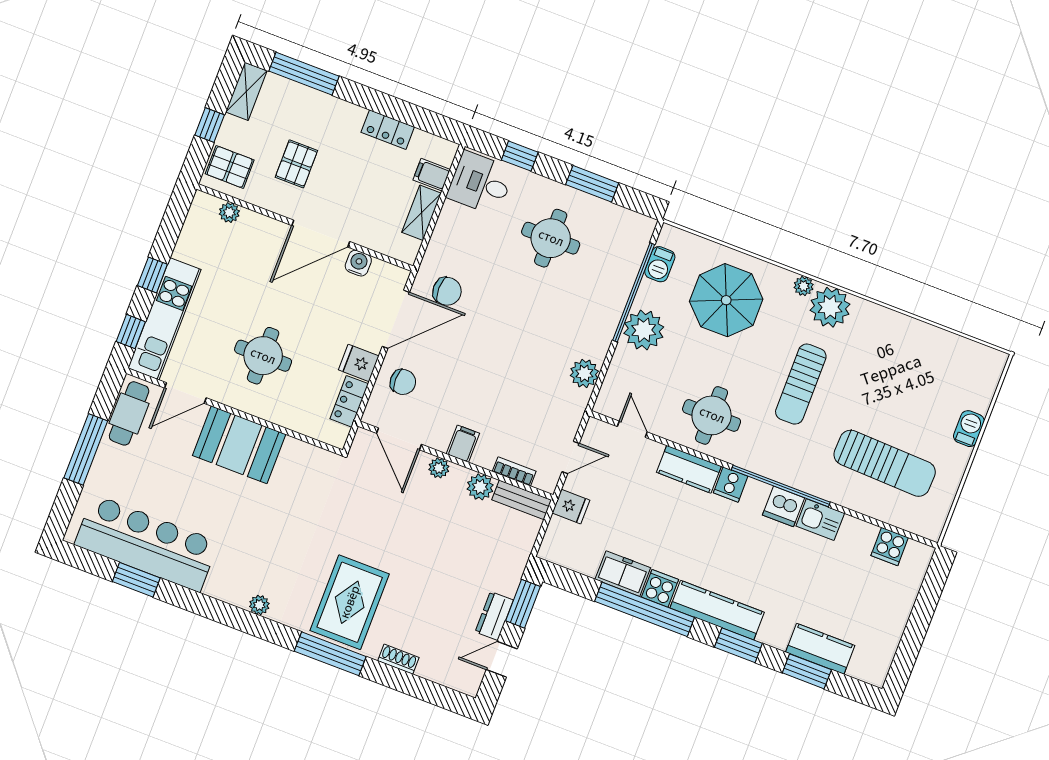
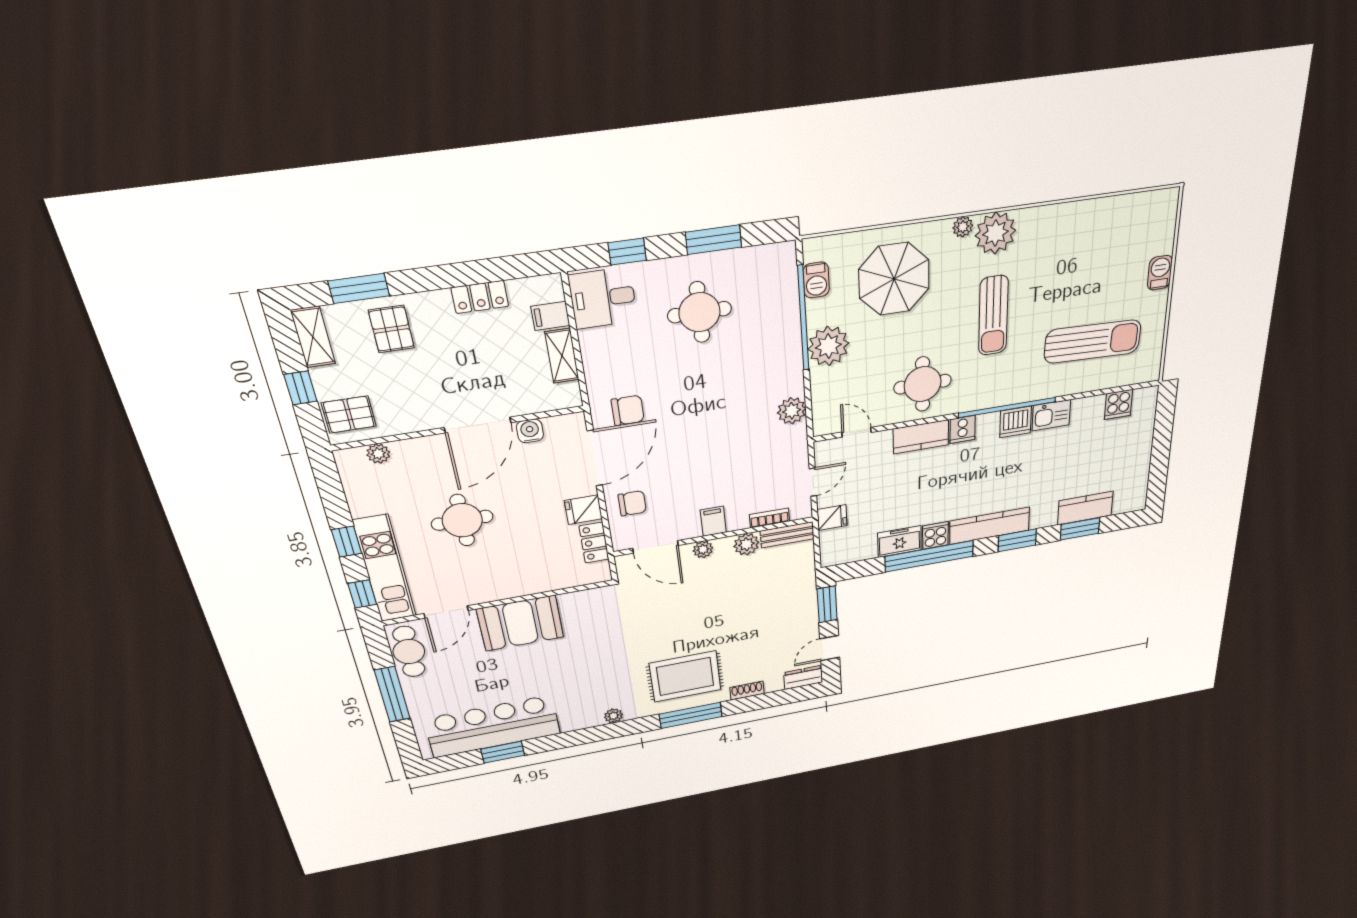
window: (304, 74) -> (359, 288), width x0.69
pallet: (296, 164) -> (391, 329), moved
round table: (263, 356) -> (462, 520), moved
rug: (350, 602) -> (685, 676), turned 90
dresser: (494, 616) -> (803, 677), moved, turned 90

